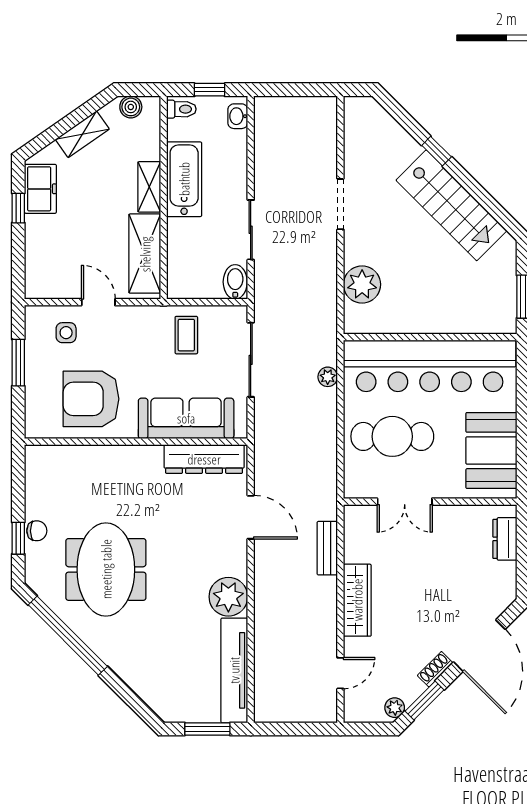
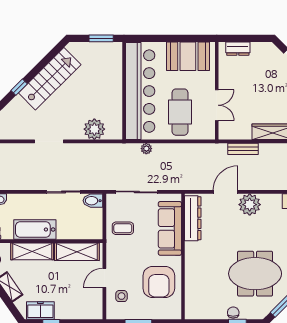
shelving: (149, 187) -> (32, 251), width x1.50, depth x1.33
plant: (228, 597) -> (250, 205), moved

